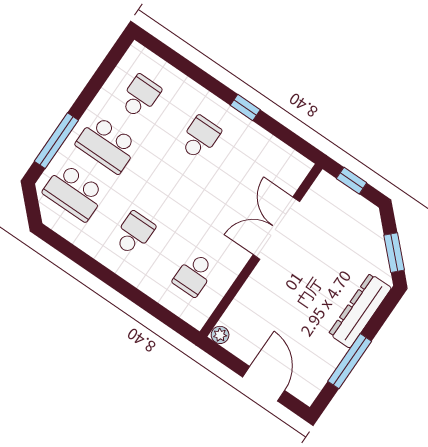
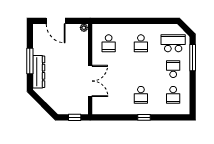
window: (245, 108) -> (144, 117), moved
school desk: (107, 144) -> (173, 69), width x0.54
window: (394, 253) -> (41, 102), removed
school desk: (194, 275) -> (109, 43), turned 180
window: (350, 361) -> (30, 61), moved

